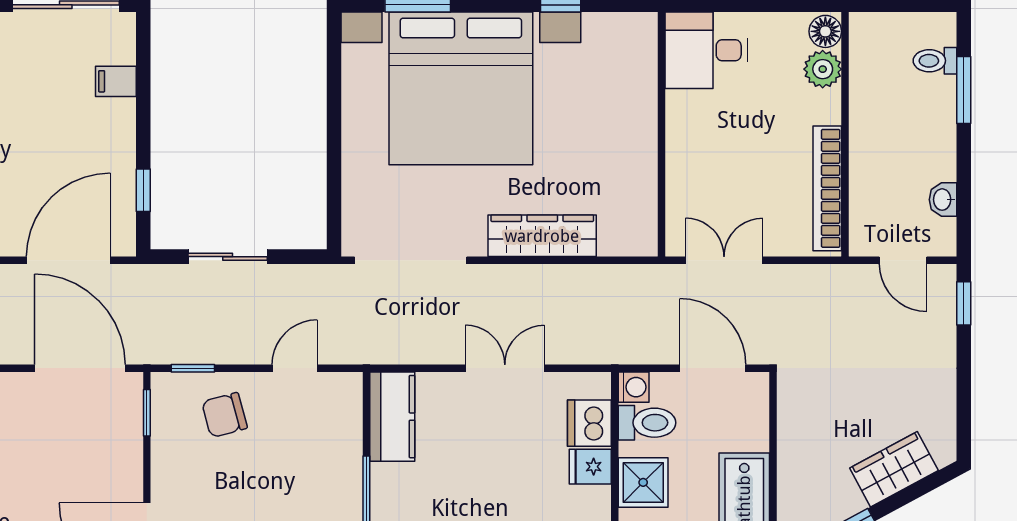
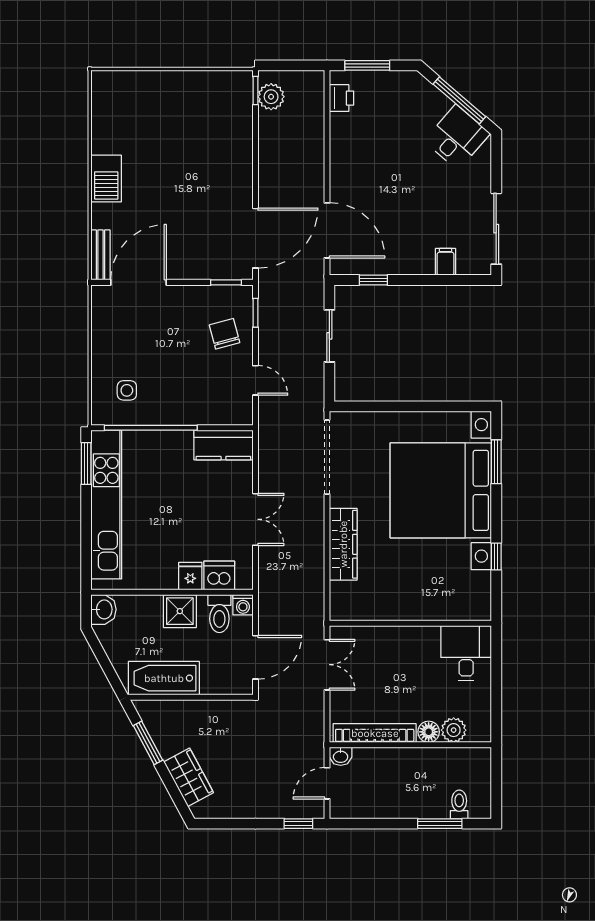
floor lamp: (825, 31) -> (429, 732), moved
washbasin: (943, 200) -> (341, 756), moved, turned 180

